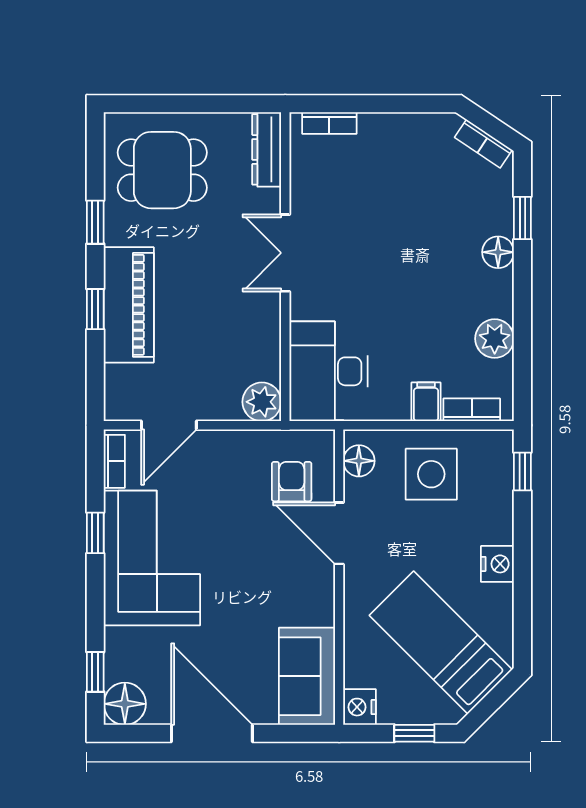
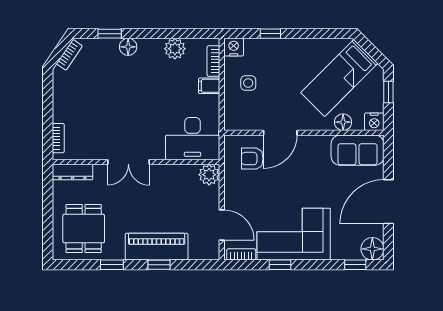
floor lamp: (359, 461) -> (343, 122), moved
window: (522, 471) -> (270, 34), moved
side table: (431, 474) -> (248, 83), width x0.54, depth x0.54
nightstand: (497, 564) -> (234, 47), moved

